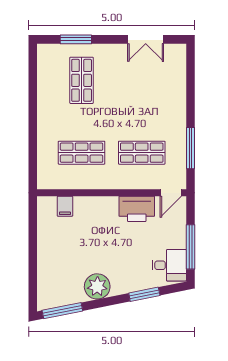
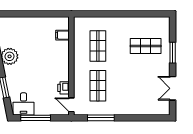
window: (76, 39) -> (173, 53), moved
printer: (137, 209) -> (63, 88), width x0.53, depth x0.68

